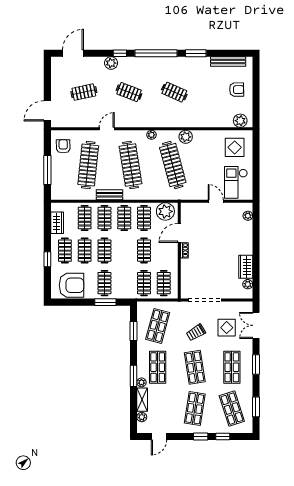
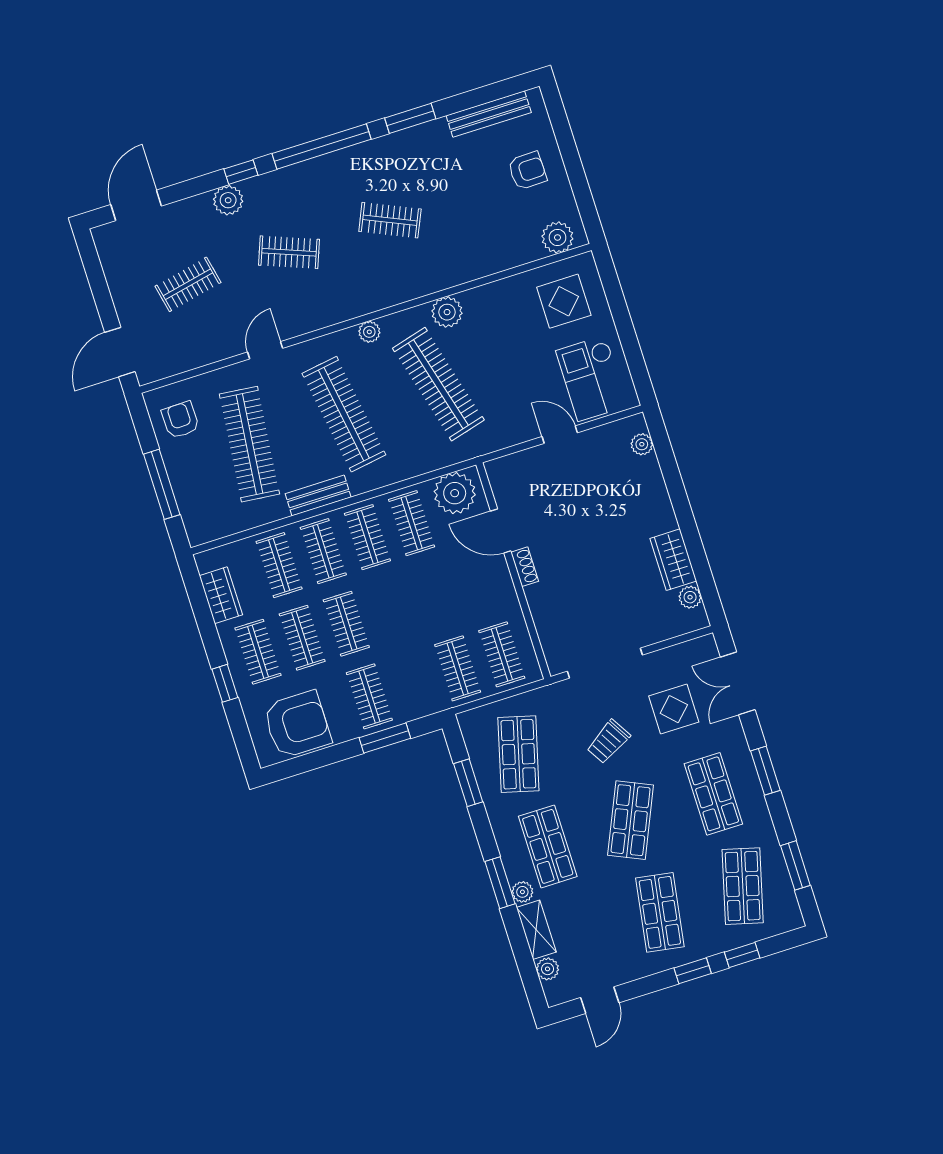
door: (179, 233) -> (501, 531), hinge flipped
clothes rail: (144, 251) -> (435, 596), removed
shop shelf: (195, 367) -> (631, 820), turned 33
shop shelf: (232, 409) -> (743, 886), turned 33

